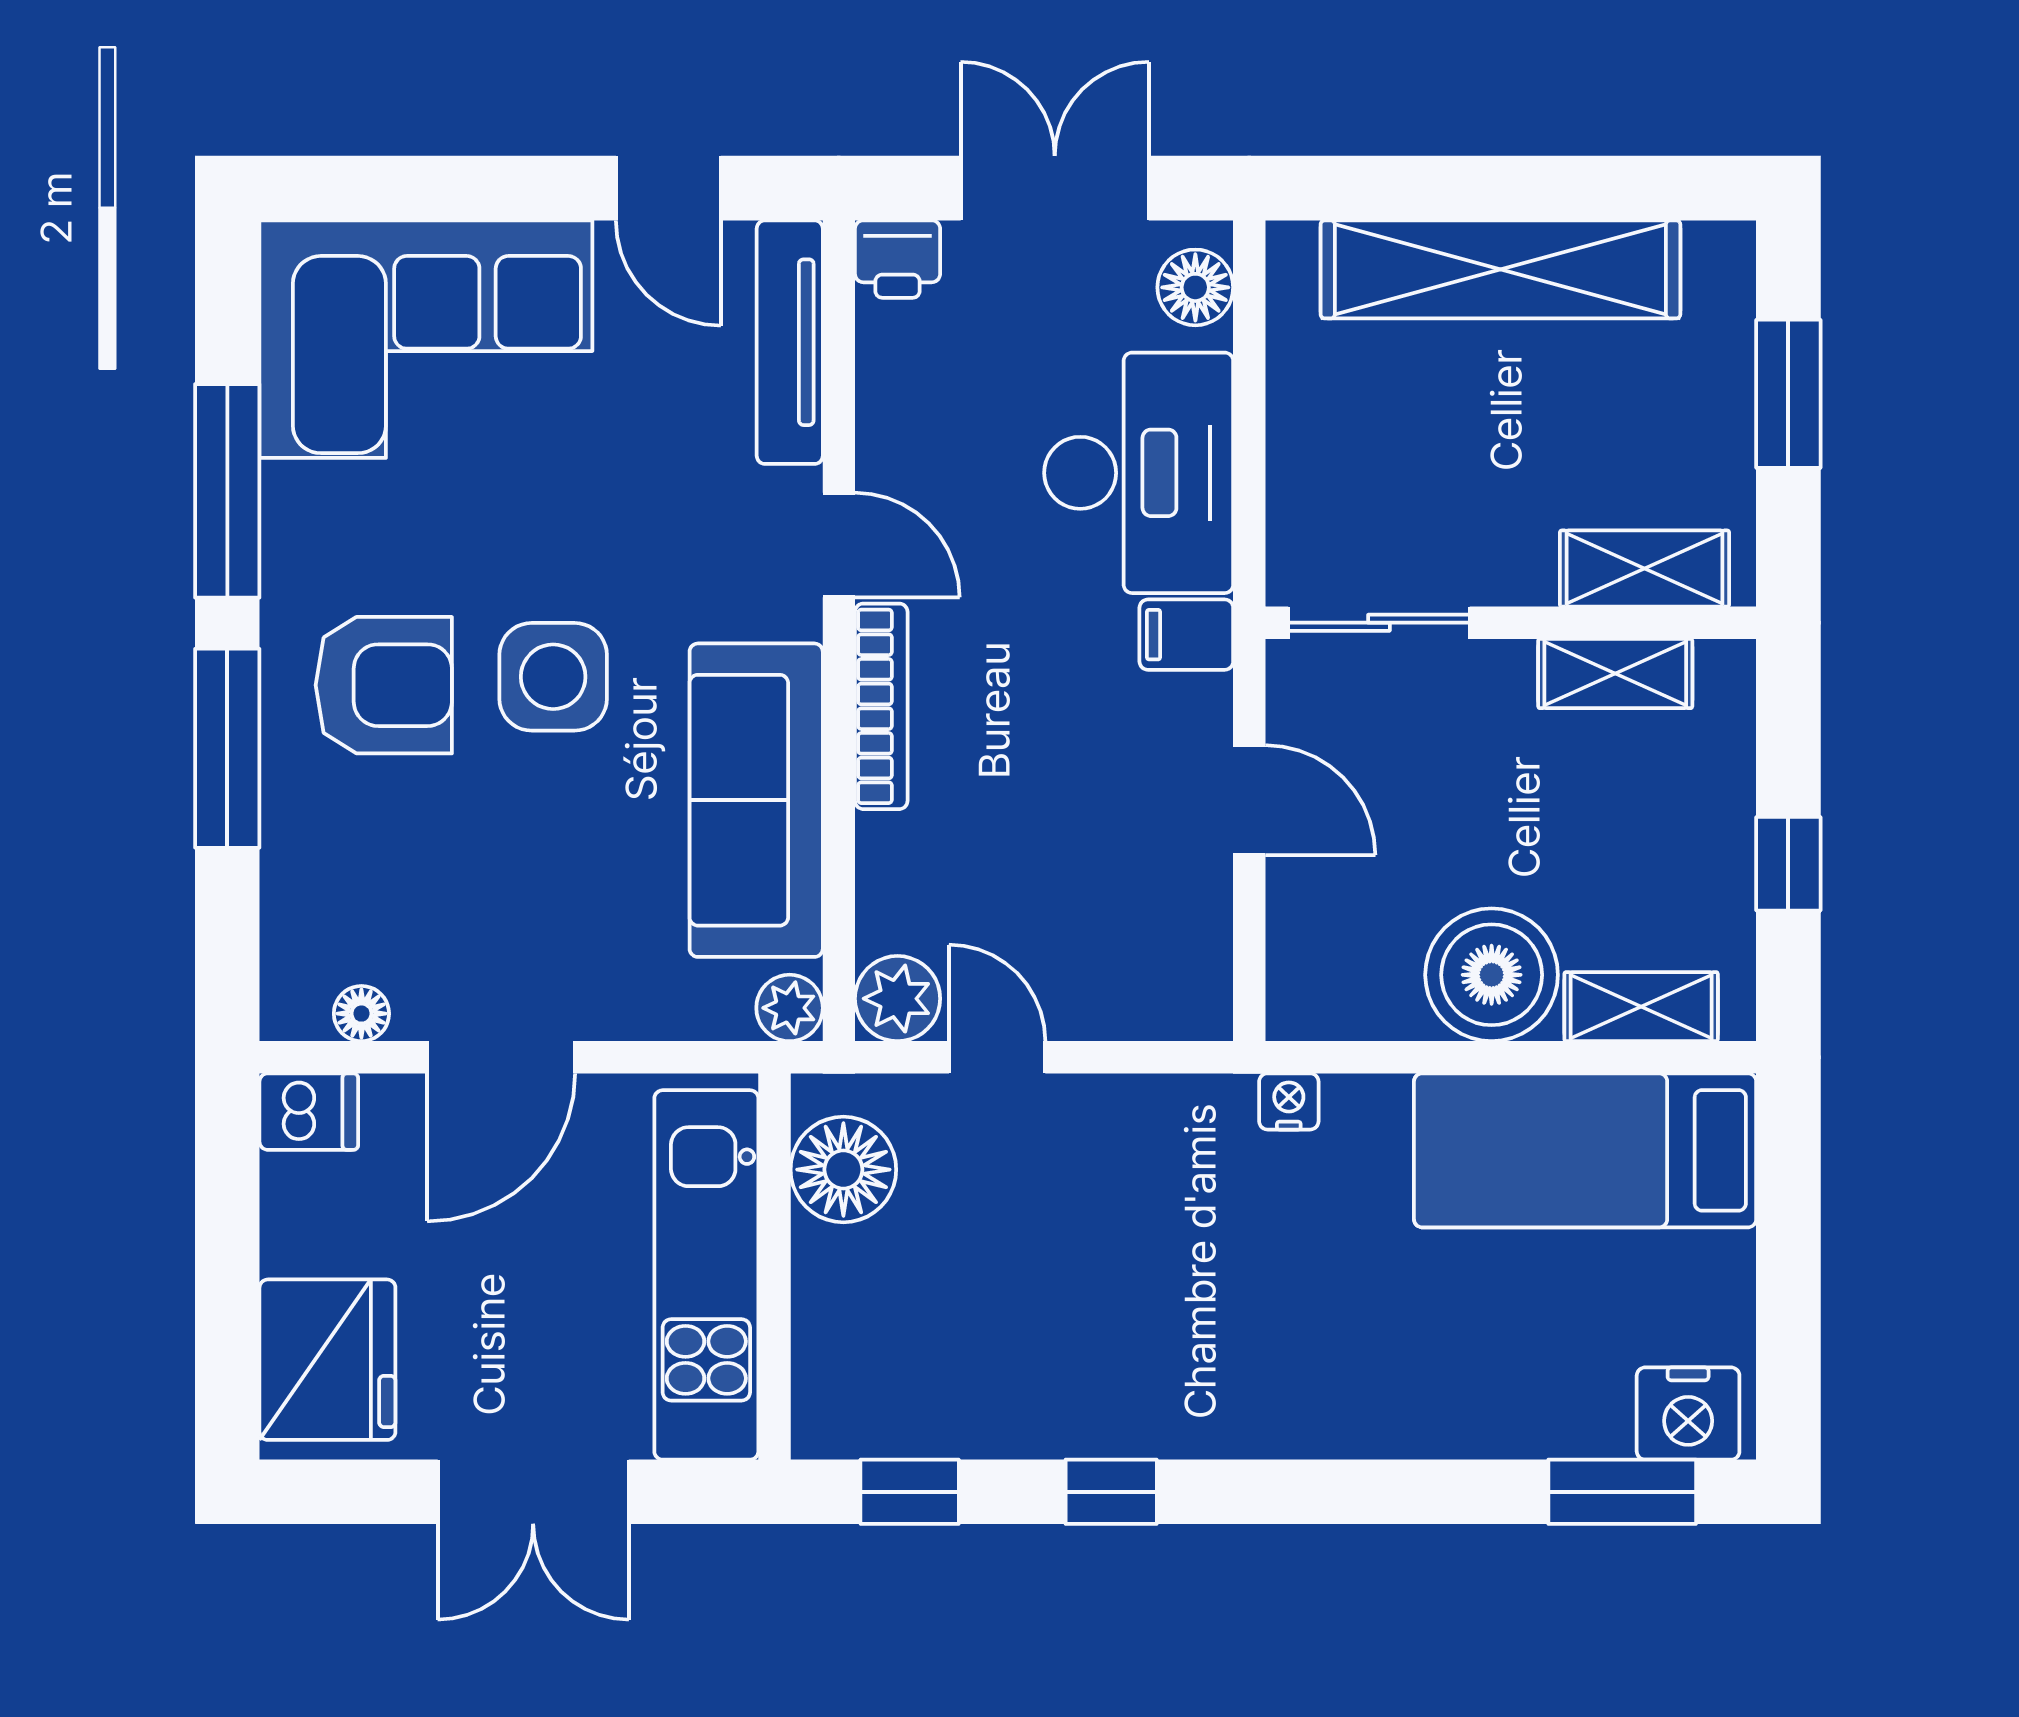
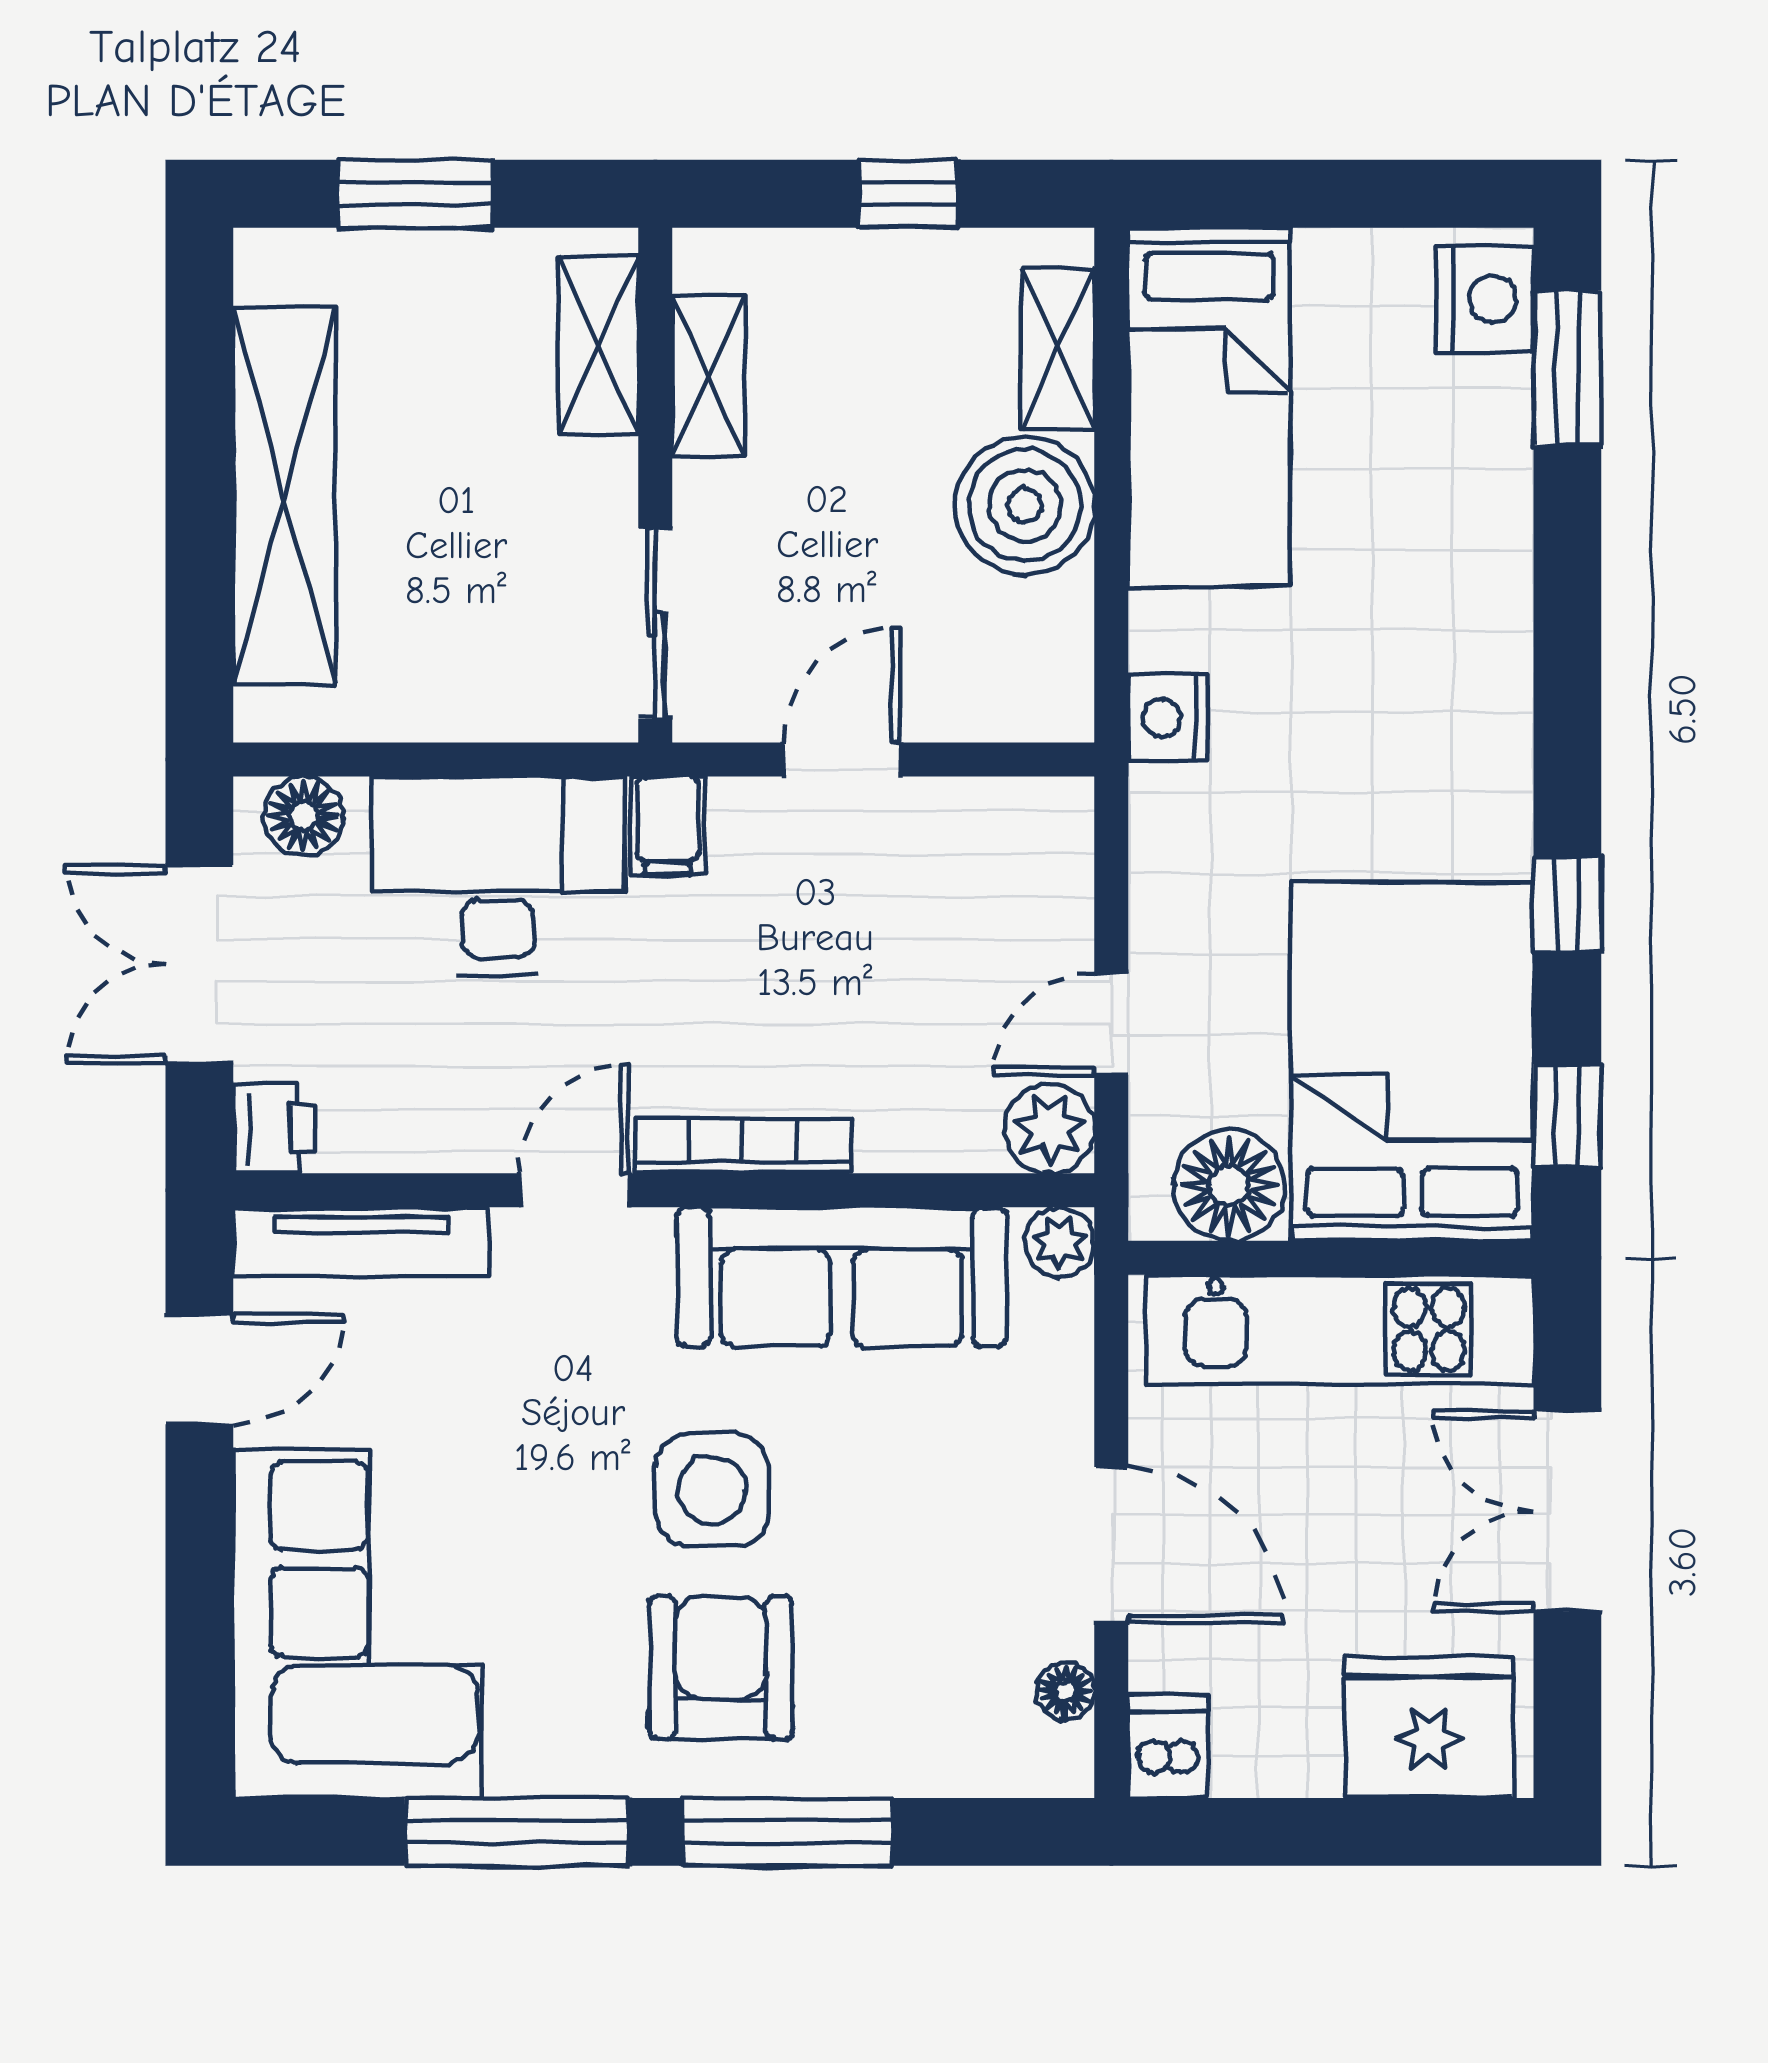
nightstand: (1289, 1101) -> (1168, 718), width x1.39, depth x1.35
bed: (962, 1344) -> (1412, 1061), added
double door: (533, 1492) -> (1567, 1511), swing flipped

